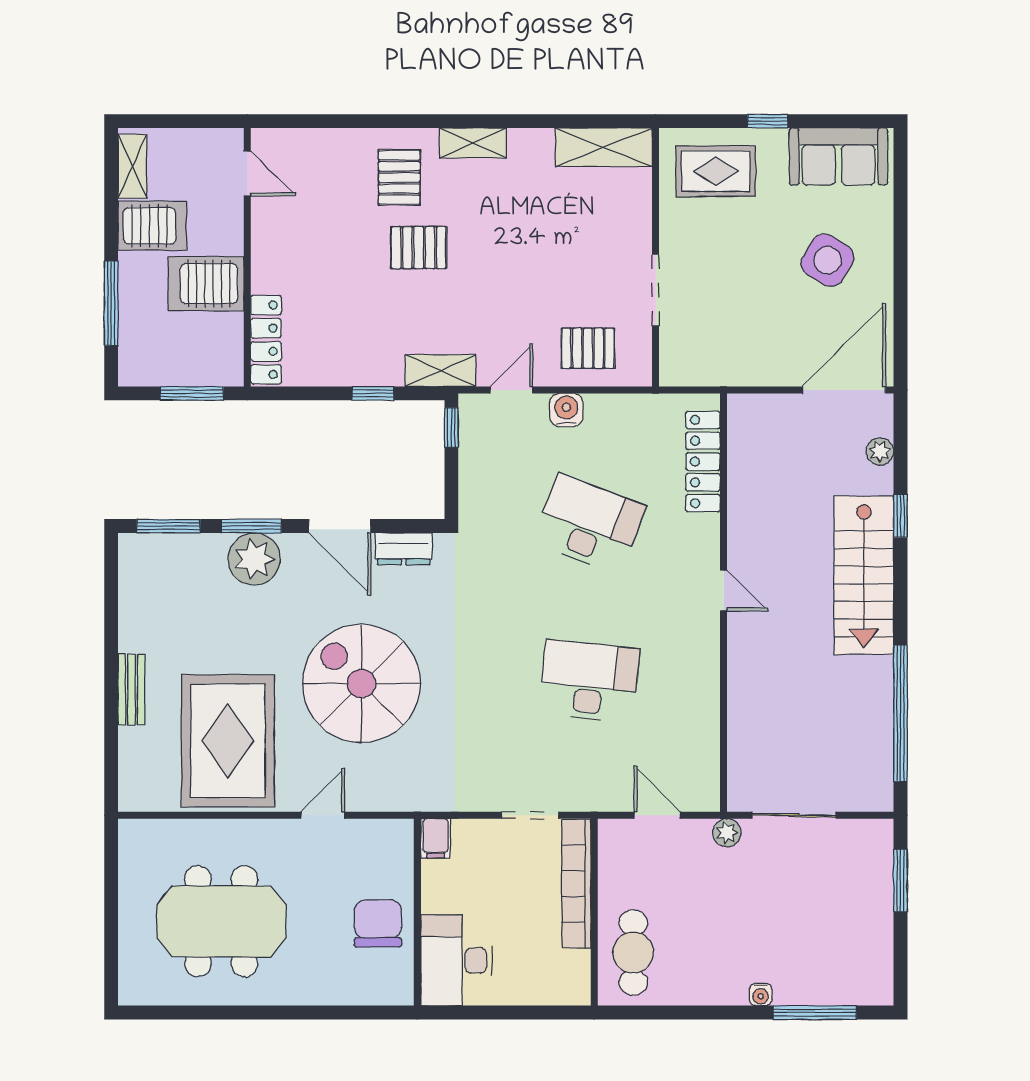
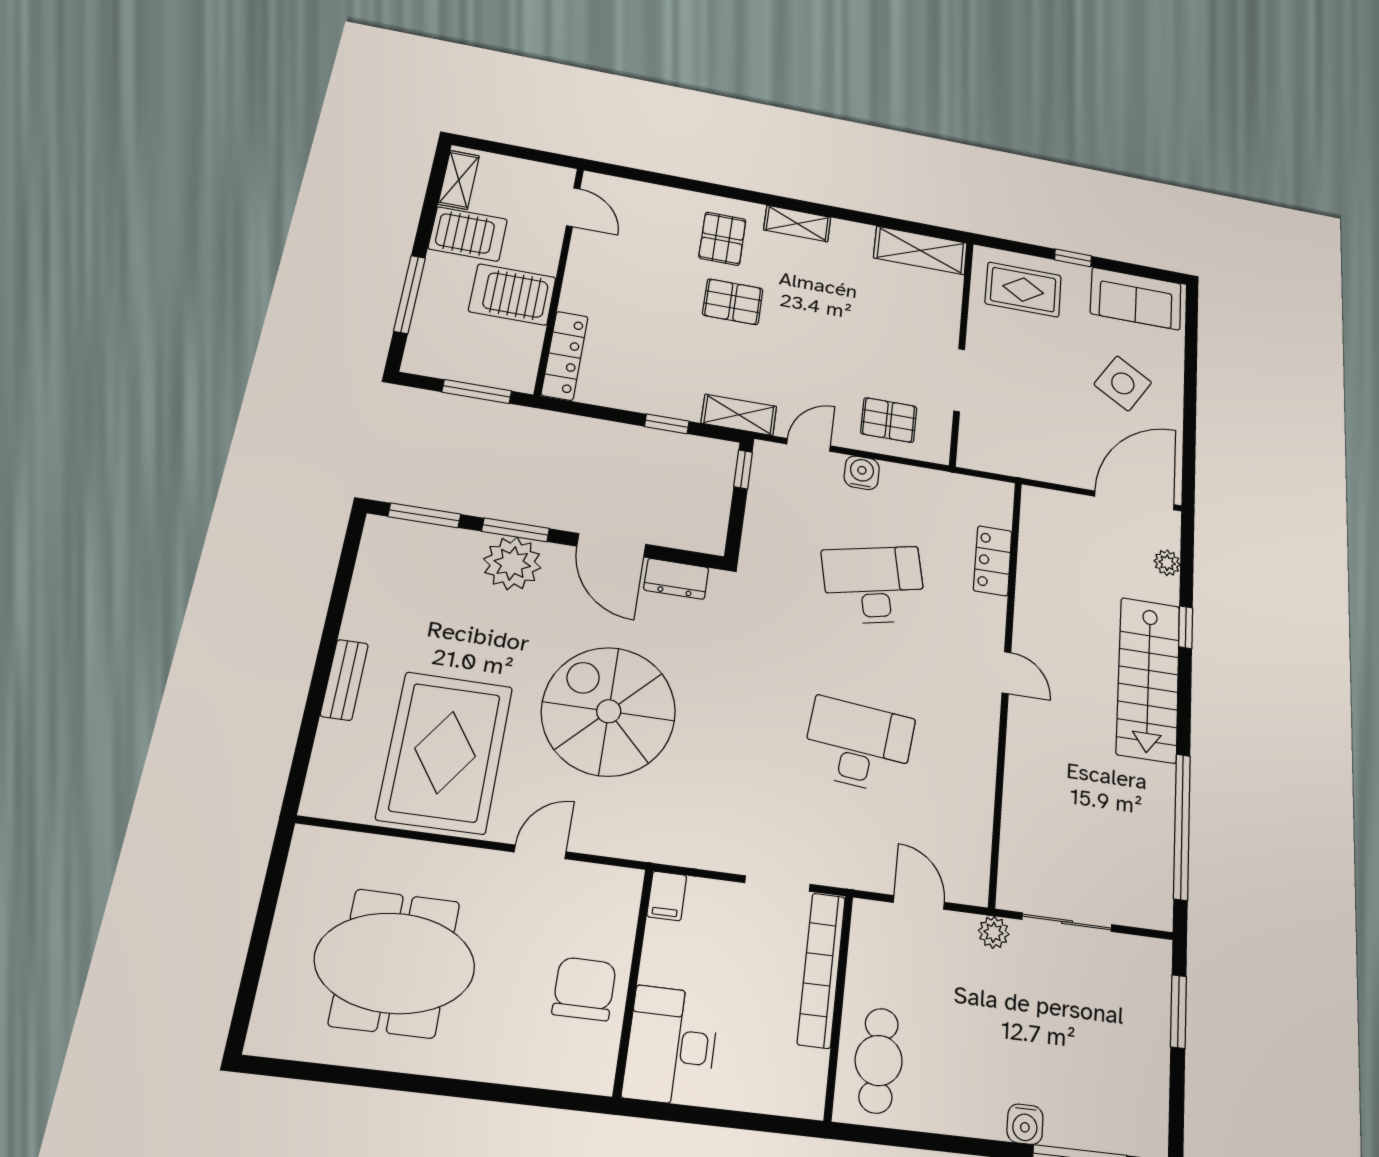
locker: (703, 462) -> (993, 561), width x0.66
desk: (589, 524) -> (874, 585), turned -33
water cooler: (761, 994) -> (1025, 1124), width x1.38, depth x1.38

